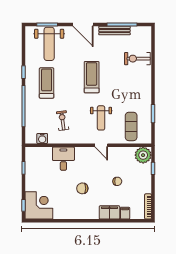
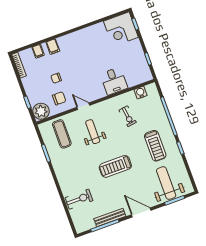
treadmill: (92, 77) -> (115, 166), turned 90
chair: (82, 188) -> (59, 98), moved
filing cabinet: (110, 212) -> (53, 47), width x0.50

